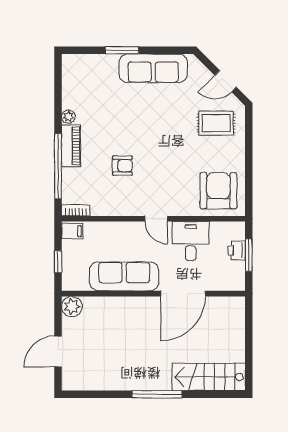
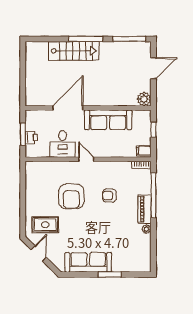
door: (226, 81) -> (39, 253), hinge flipped
armchair: (218, 191) -> (71, 196), moved
stairs: (209, 377) -> (74, 51), moved
window: (93, 394) -> (129, 39), added

